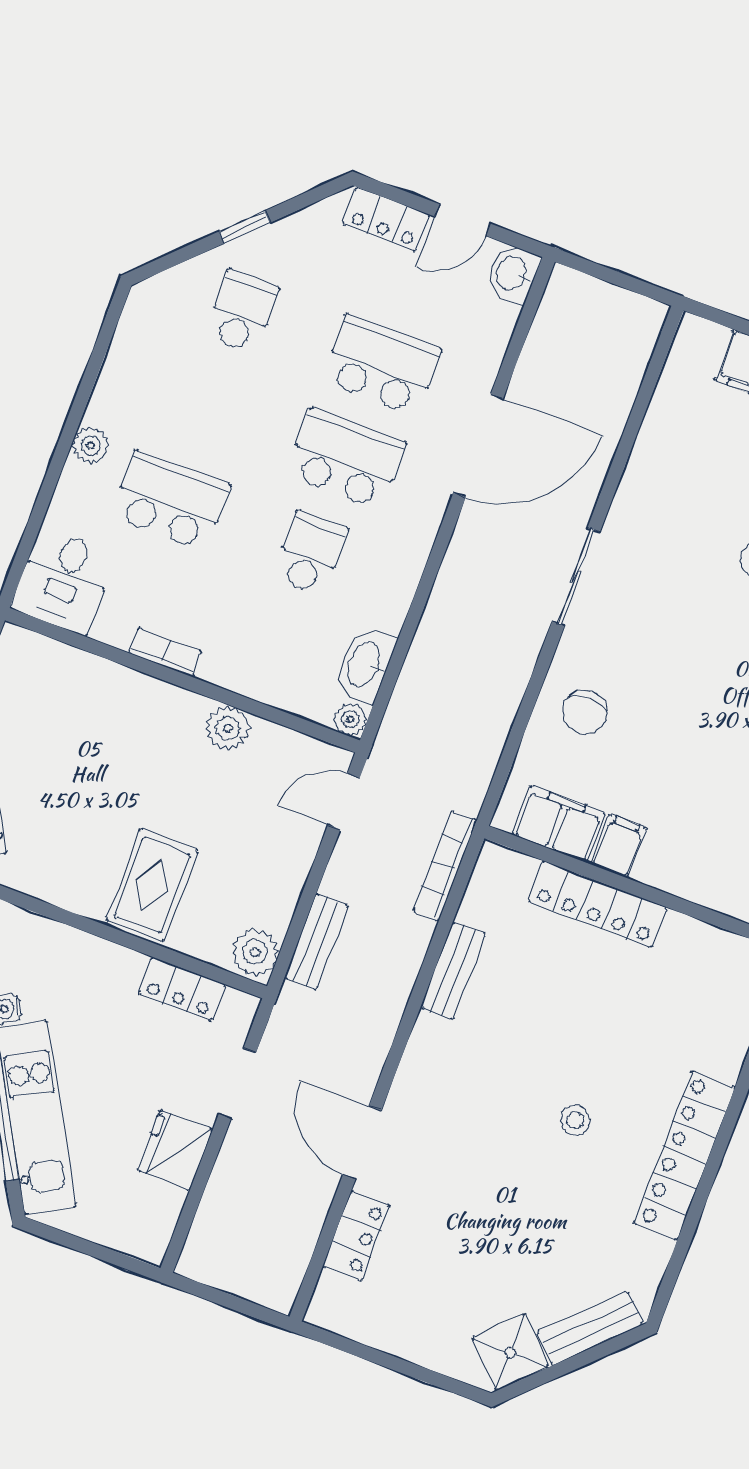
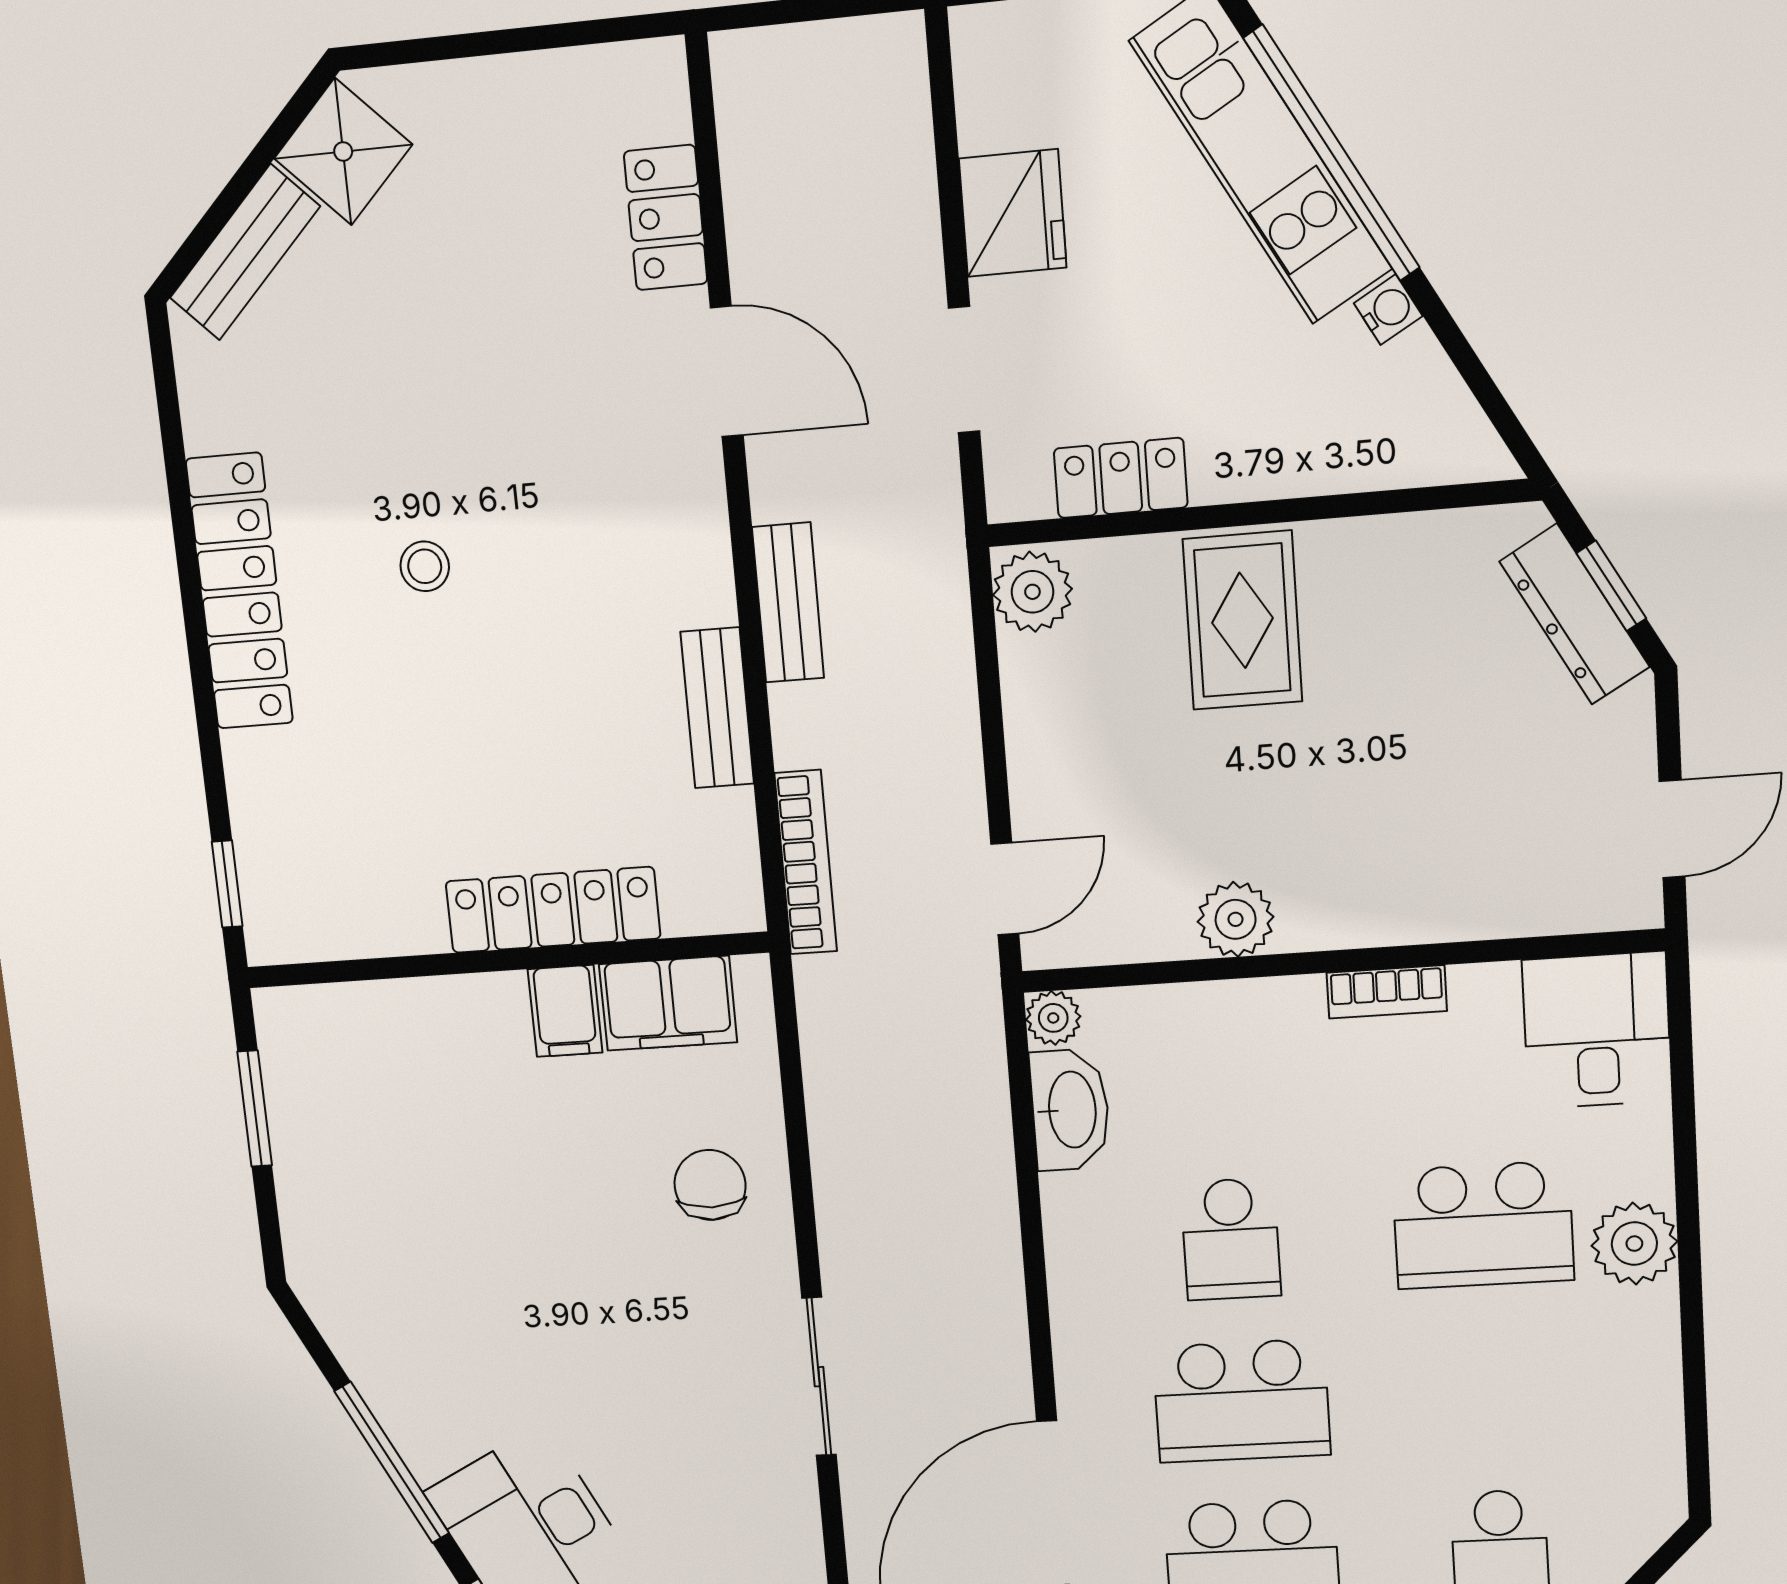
plant: (90, 445) -> (1634, 1244), width x1.38, depth x1.38
bench: (316, 941) -> (788, 603), moved

